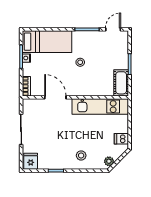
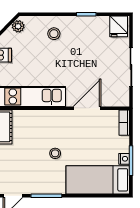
door: (55, 97) -> (87, 108), swing flipped

